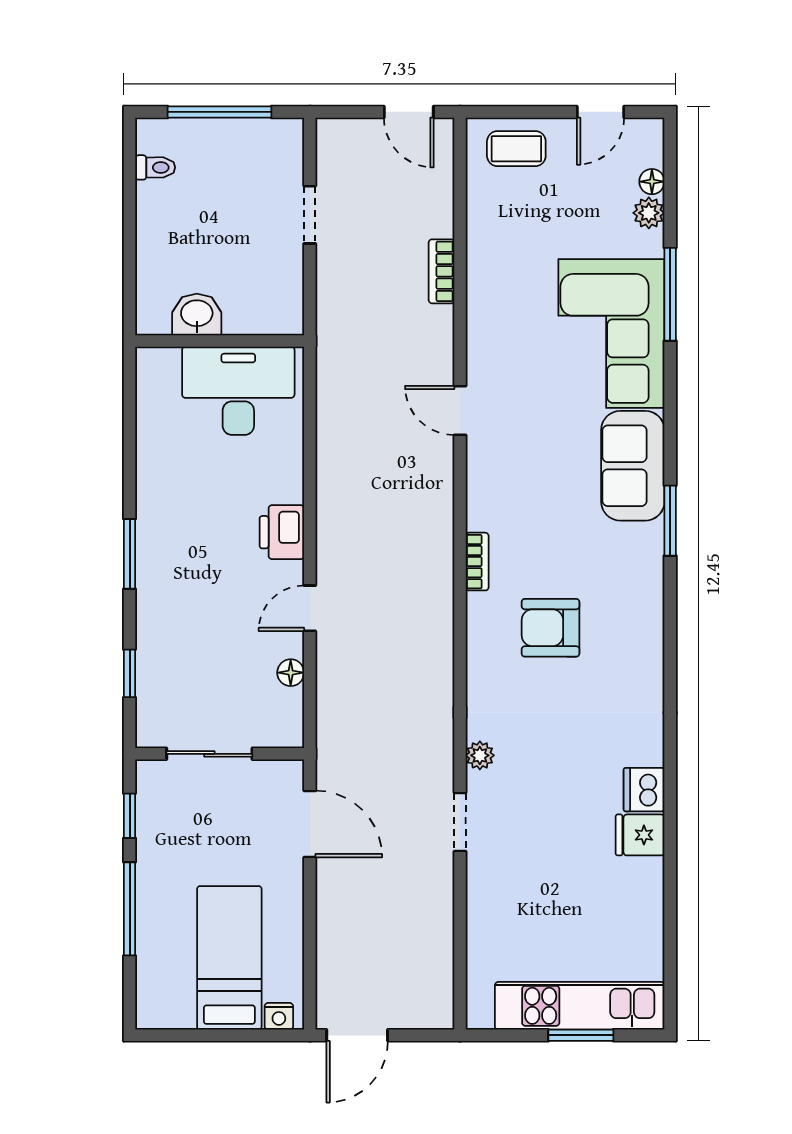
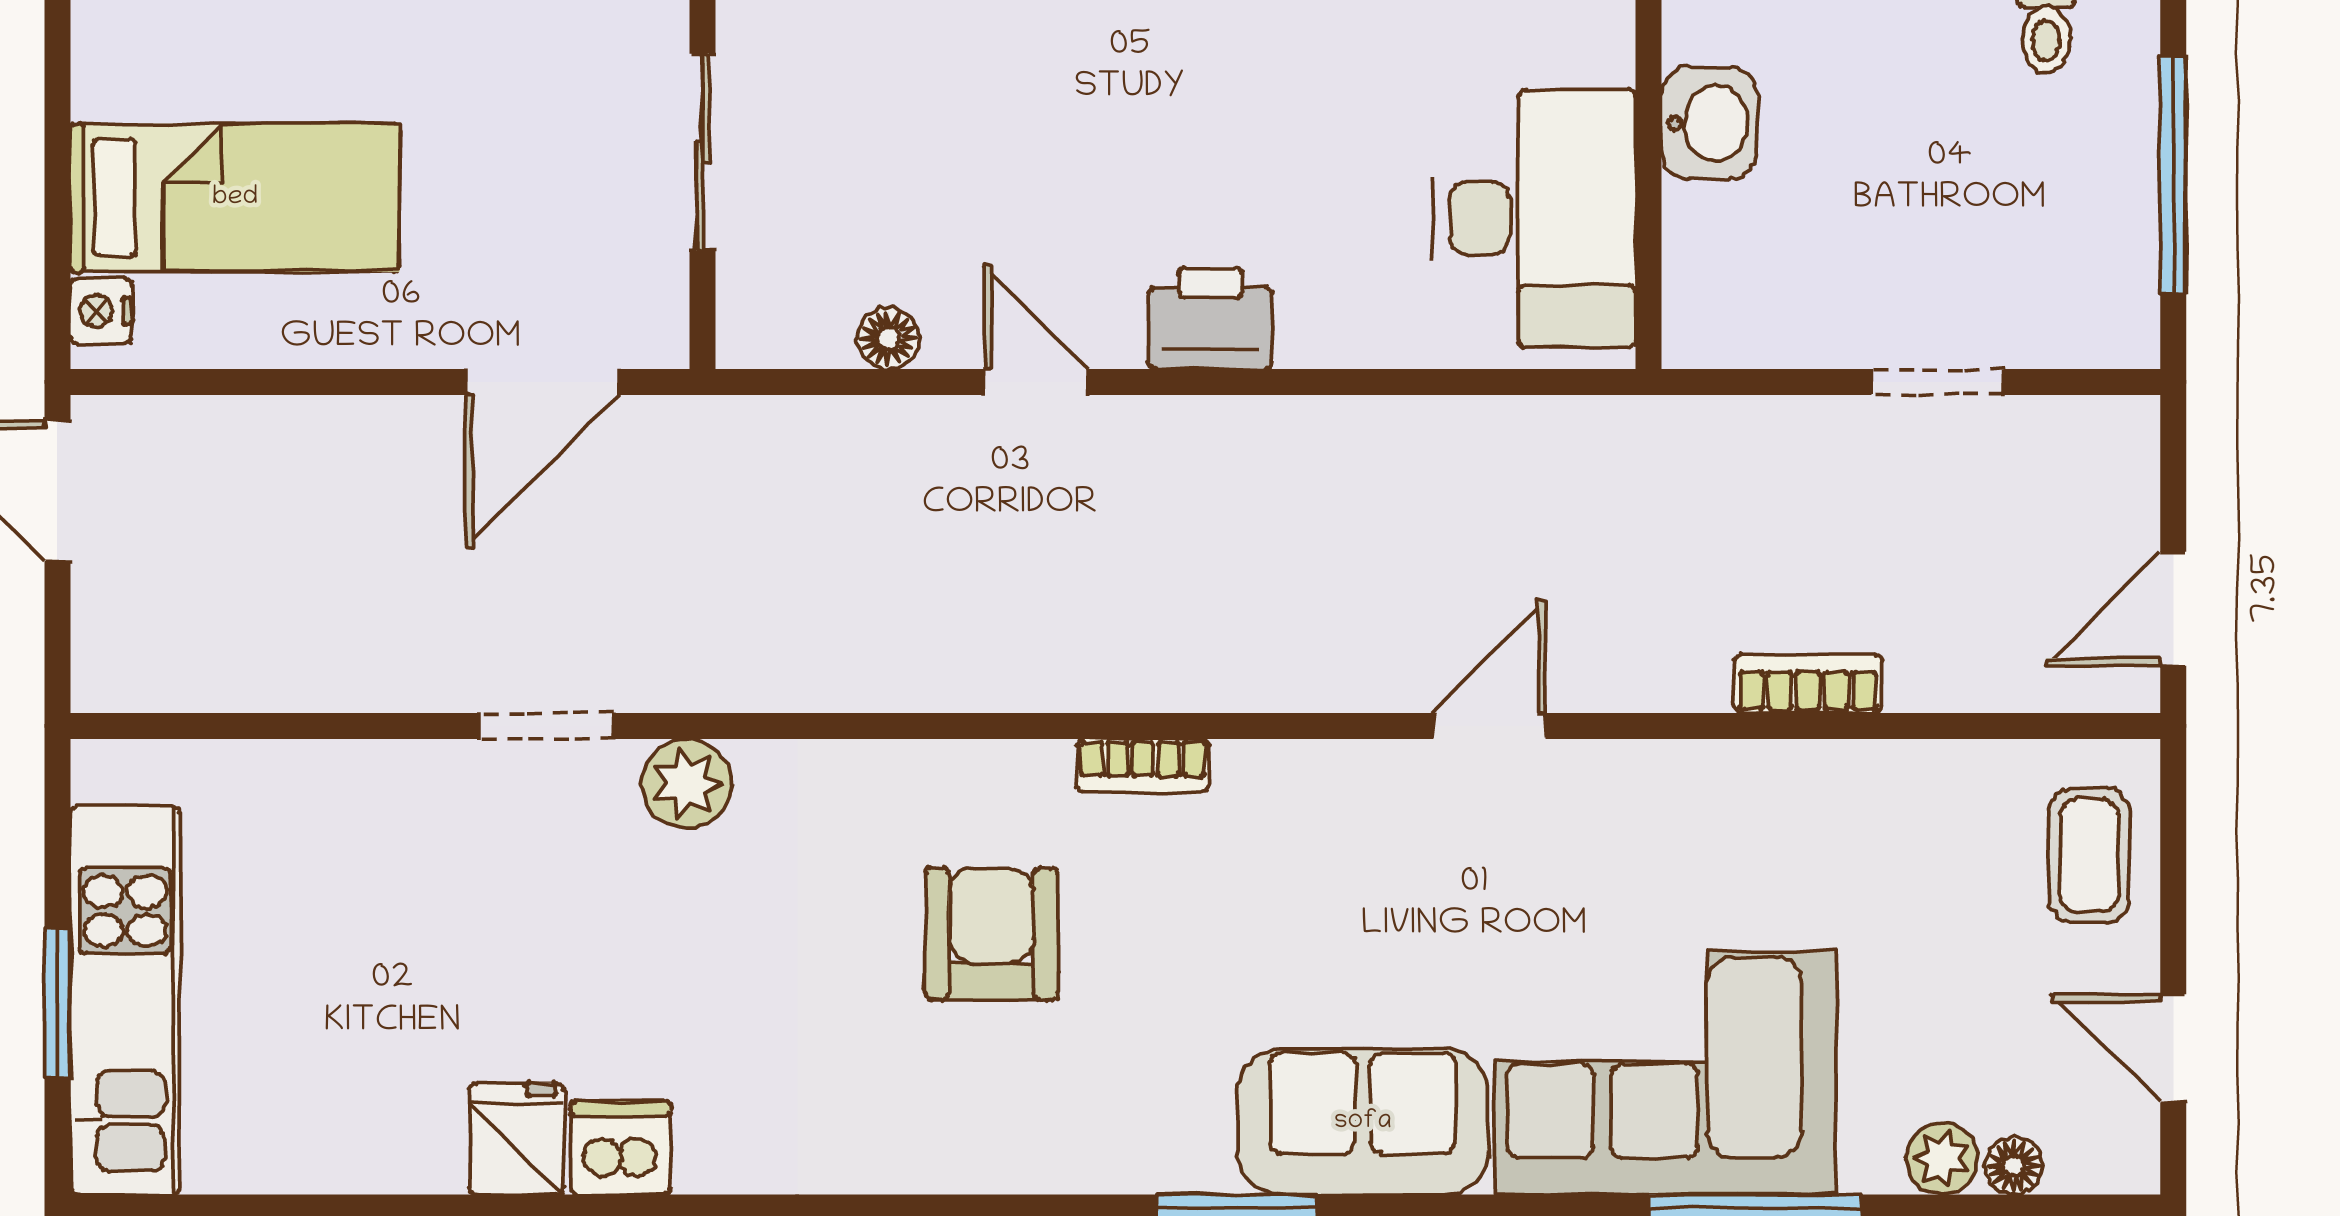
plant: (480, 755) -> (687, 784), width x1.38, depth x1.38

